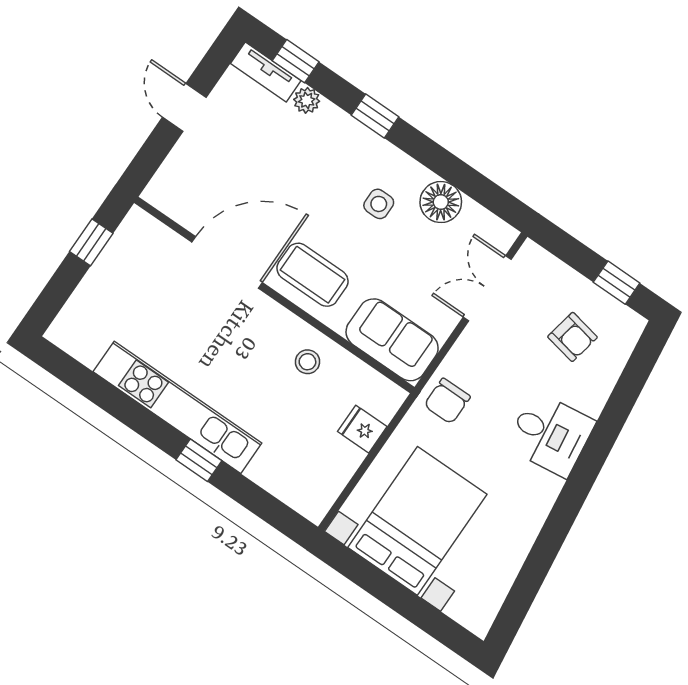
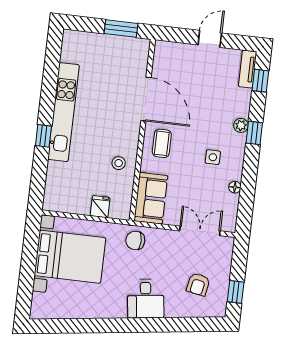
plant: (307, 100) -> (241, 125), moved
floor lamp: (441, 202) -> (235, 187), width x0.53, depth x0.53
window: (91, 242) -> (121, 28), width x1.50
coffee table: (313, 275) -> (162, 143), width x0.73, depth x0.77

